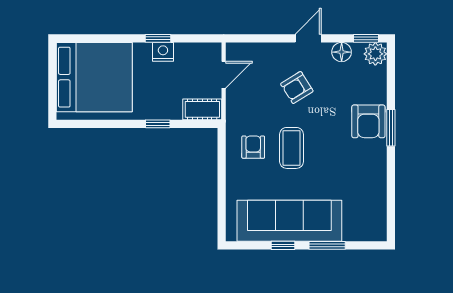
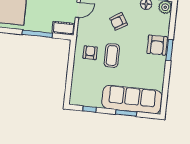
window: (158, 124) -> (37, 34), width x2.17
sofa: (289, 221) -> (132, 99), moved
window: (283, 245) -> (89, 109), moved

